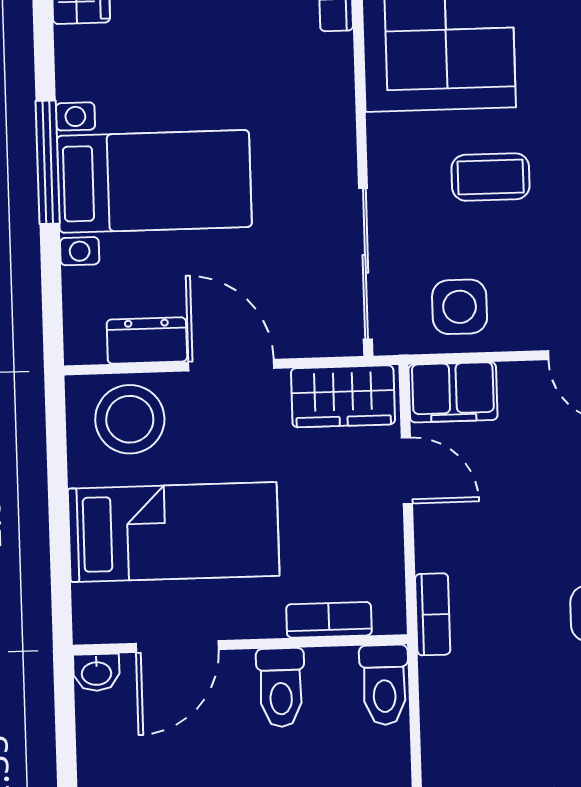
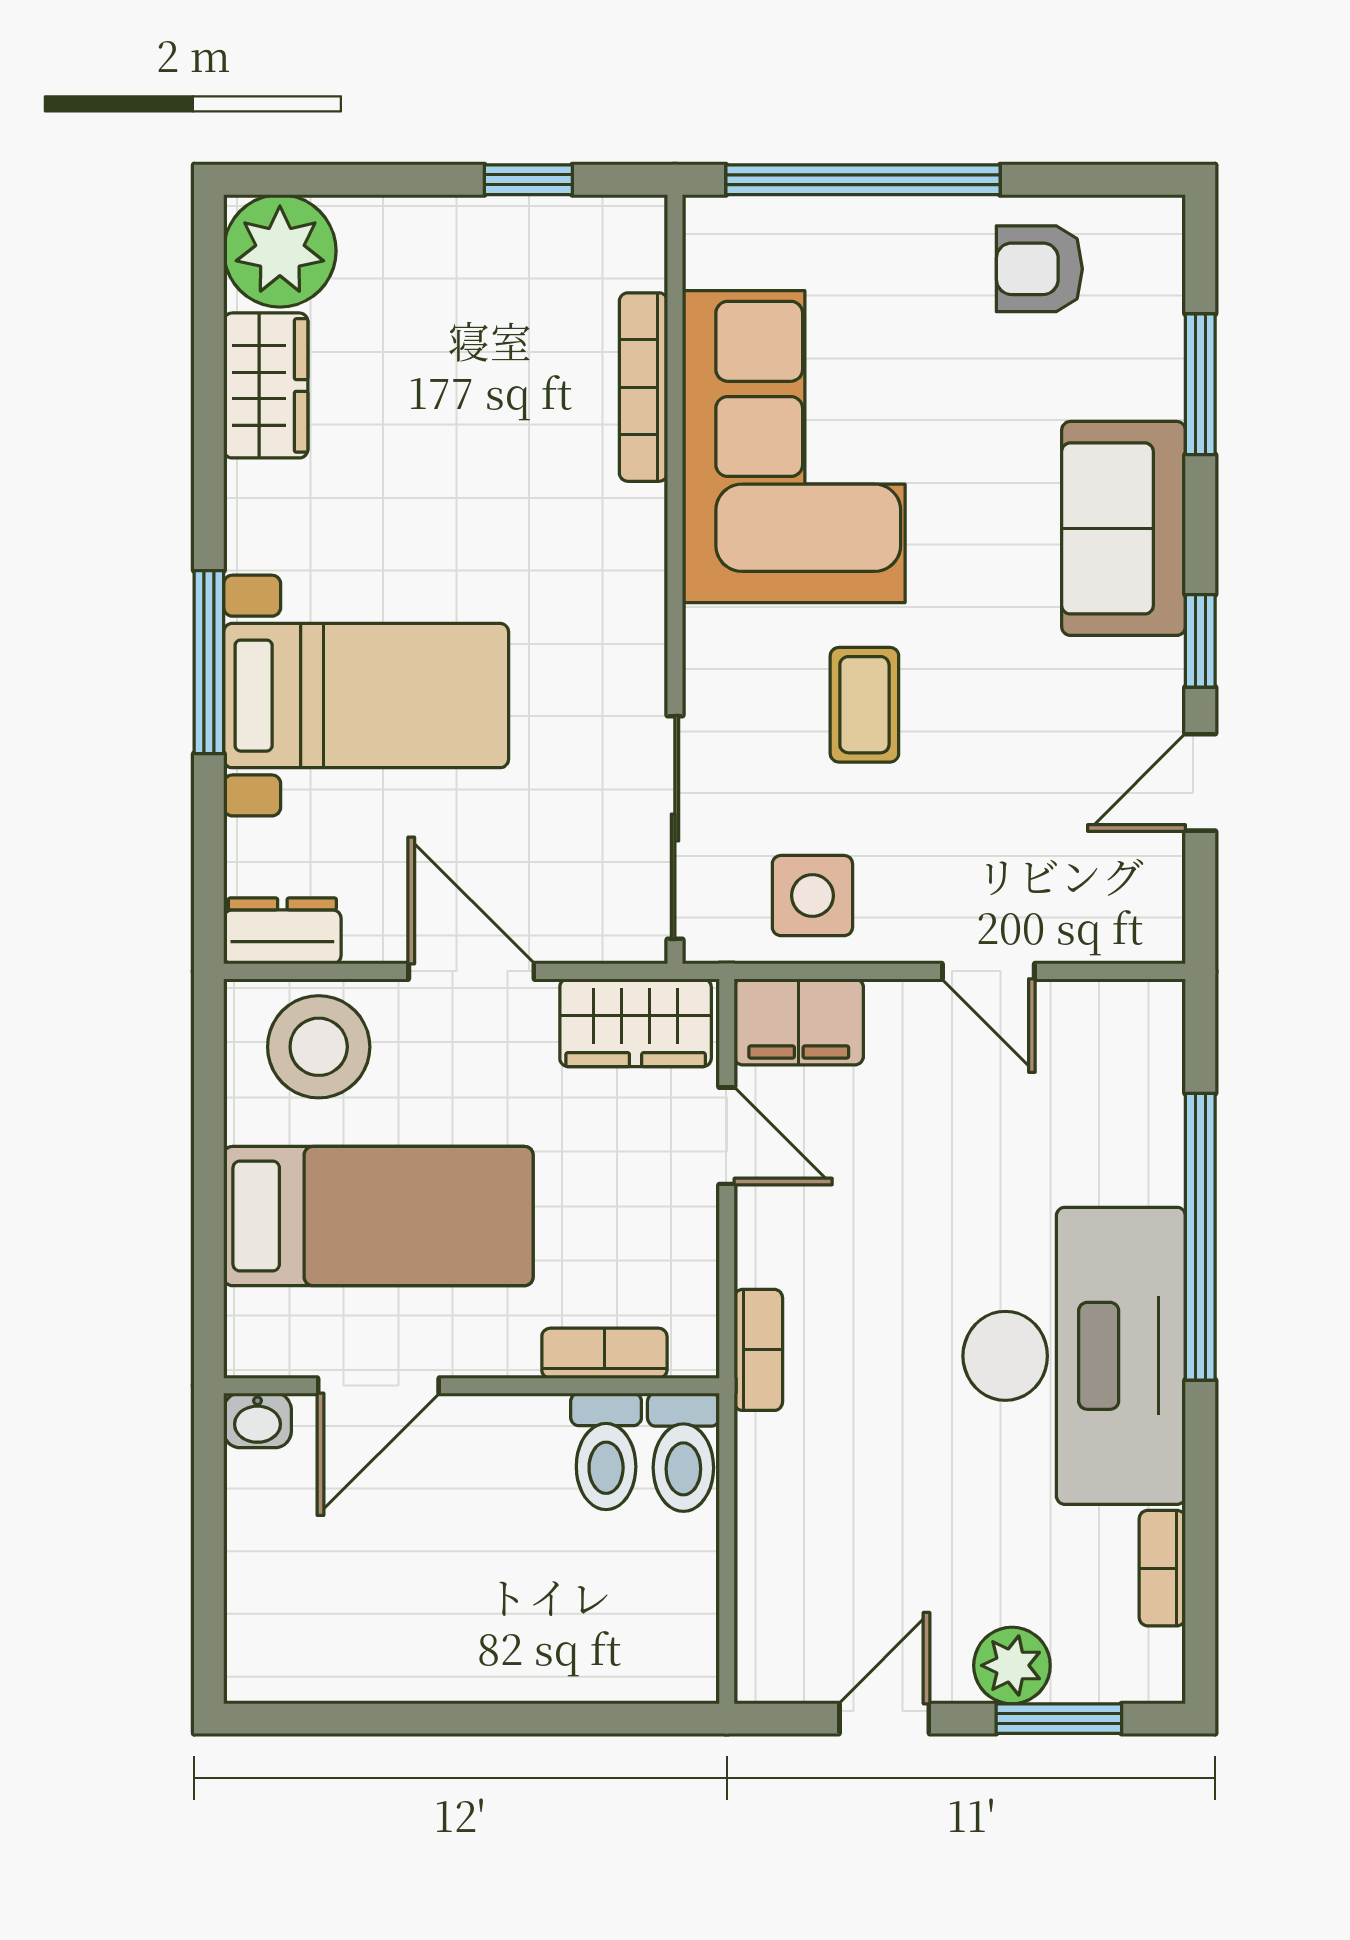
coffee table: (491, 177) -> (864, 705), turned 90
dresser: (147, 341) -> (282, 931), moved
toilet: (281, 688) -> (606, 1451), moved

